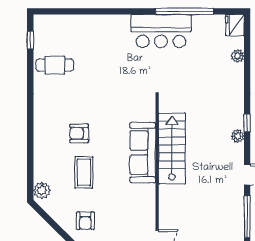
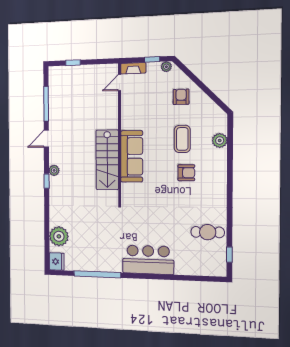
bar counter: (161, 31) -> (148, 260), moved
plant: (238, 56) -> (59, 236), width x1.88, depth x1.88
plant: (42, 190) -> (220, 140), moved

